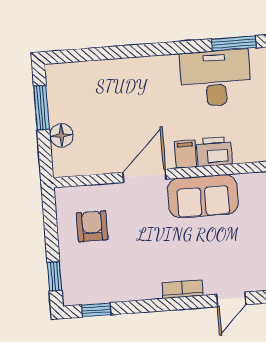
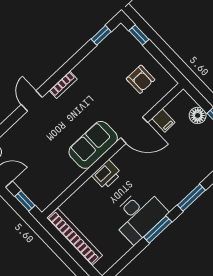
window: (234, 43) -> (158, 230), moved
window: (142, 50) -> (191, 198), added
filing cabinet: (185, 154) -> (163, 120), moved
door: (144, 176) -> (134, 130), hinge flipped

